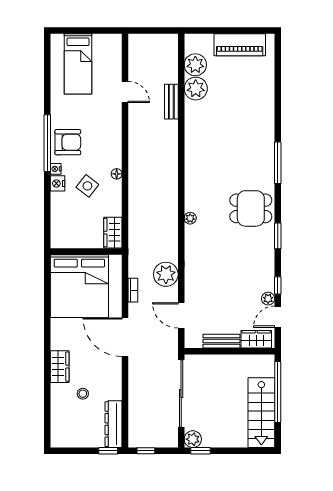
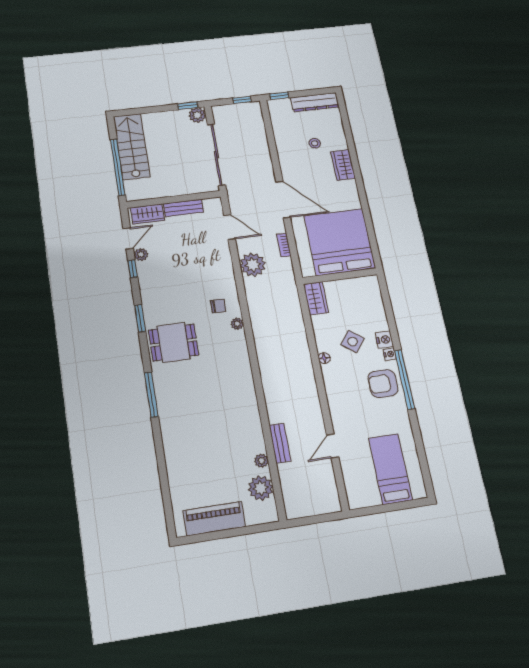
plant: (196, 89) -> (261, 461), width x0.53, depth x0.53
door: (125, 92) -> (333, 446), hinge flipped
chair: (205, 238) -> (218, 306), added
dresser: (114, 424) -> (315, 102), moved, turned 90

